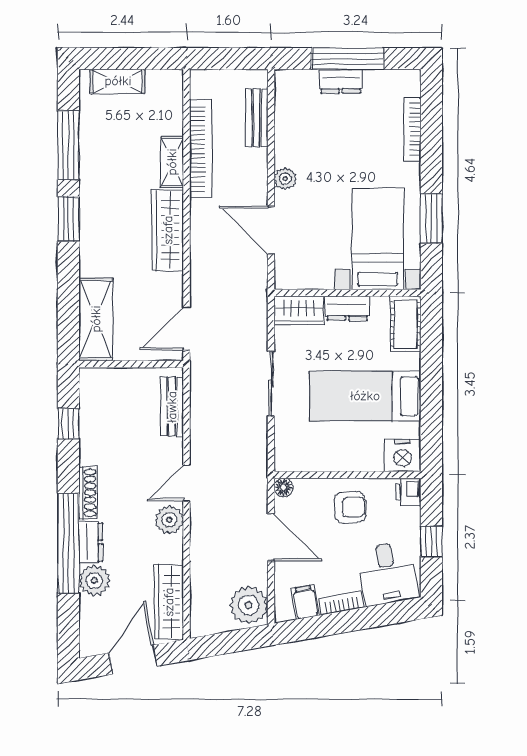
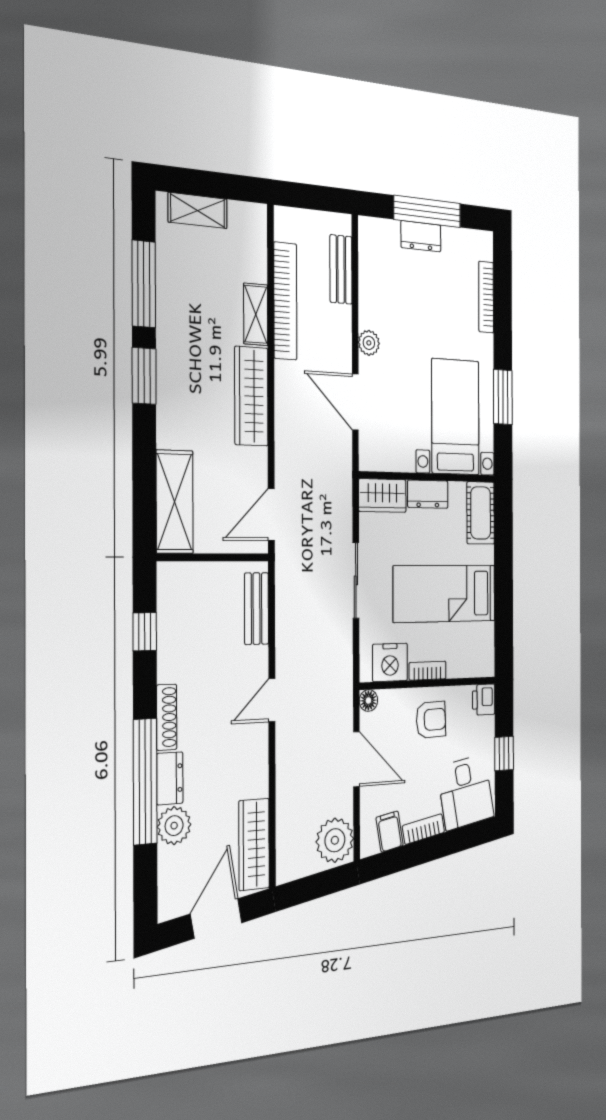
nightstand: (403, 455) -> (390, 662), moved
bookcase: (346, 464) -> (428, 671), added
plant: (169, 520) -> (254, 745), removed

